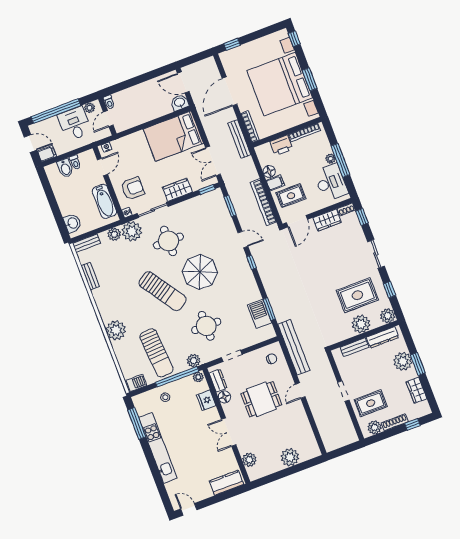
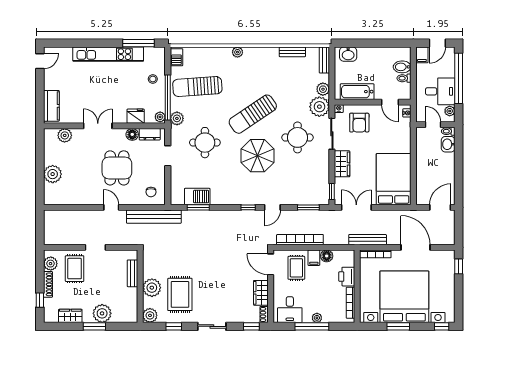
washbasin: (180, 103) -> (448, 144), moved, turned 180
desk: (331, 183) -> (290, 310), width x0.73
plant: (116, 330) -> (237, 52), width x0.53, depth x0.53
dresser: (383, 337) -> (132, 303), removed

